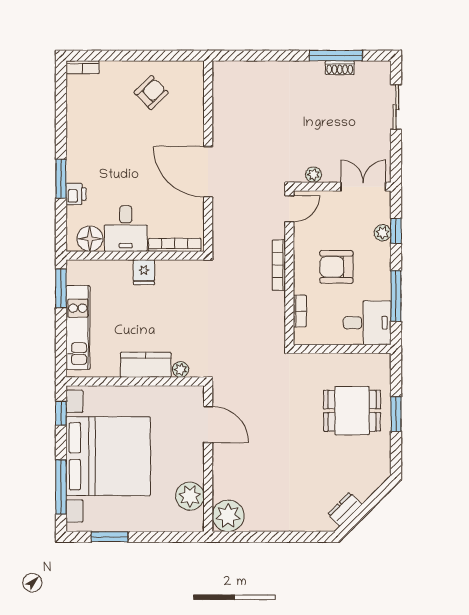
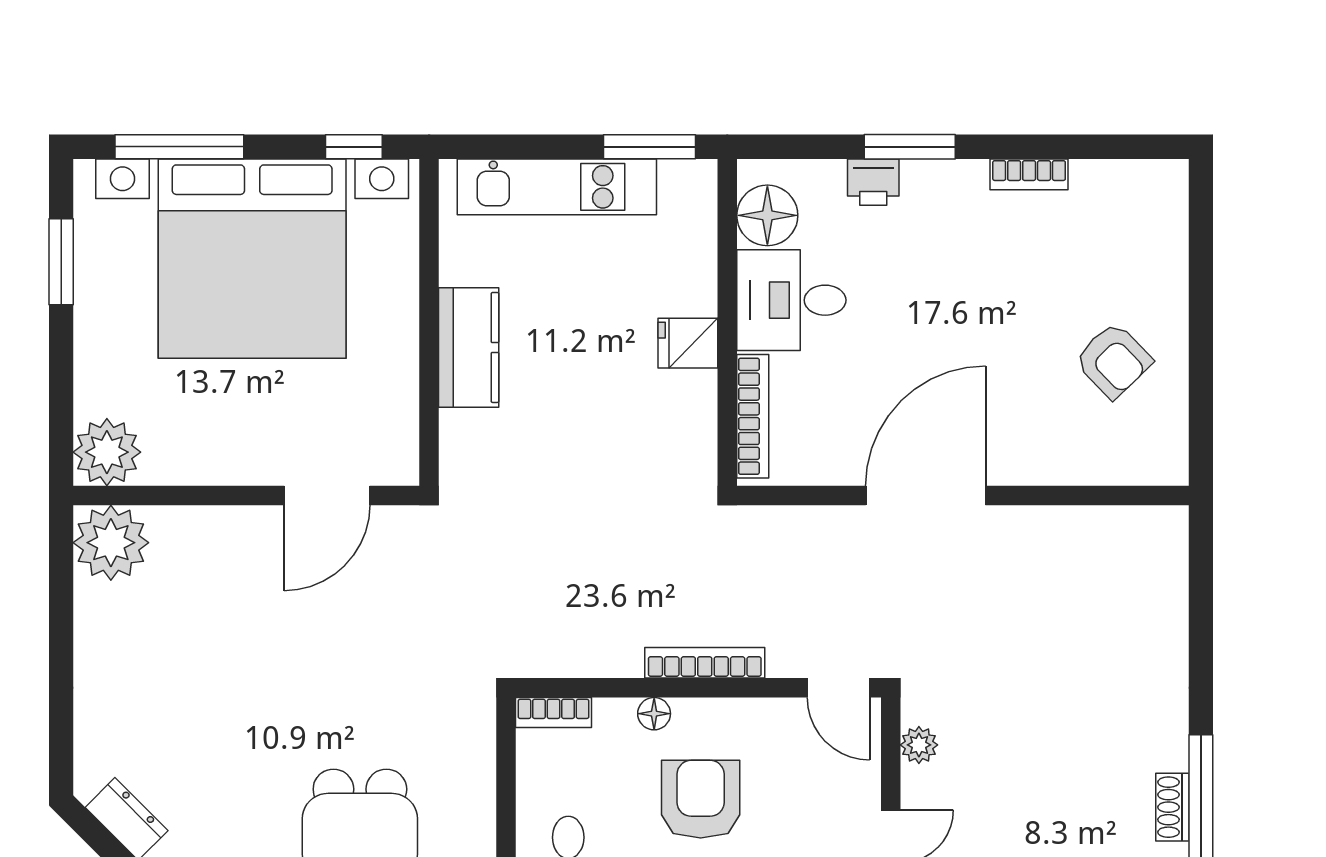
bookcase: (82, 67) -> (1029, 174), moved, turned -90
floor lamp: (300, 287) -> (654, 714), added
bookcase: (300, 311) -> (554, 713), moved
plant: (181, 369) -> (458, 430), removed
plant: (190, 496) -> (107, 452), moved

